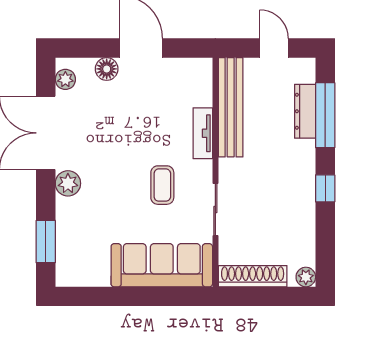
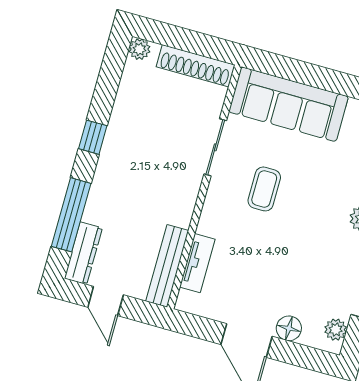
bench: (231, 107) -> (167, 266), width x0.73, depth x0.82
dresser: (305, 111) -> (83, 253), moved
tv unit: (203, 133) -> (197, 263), moved

